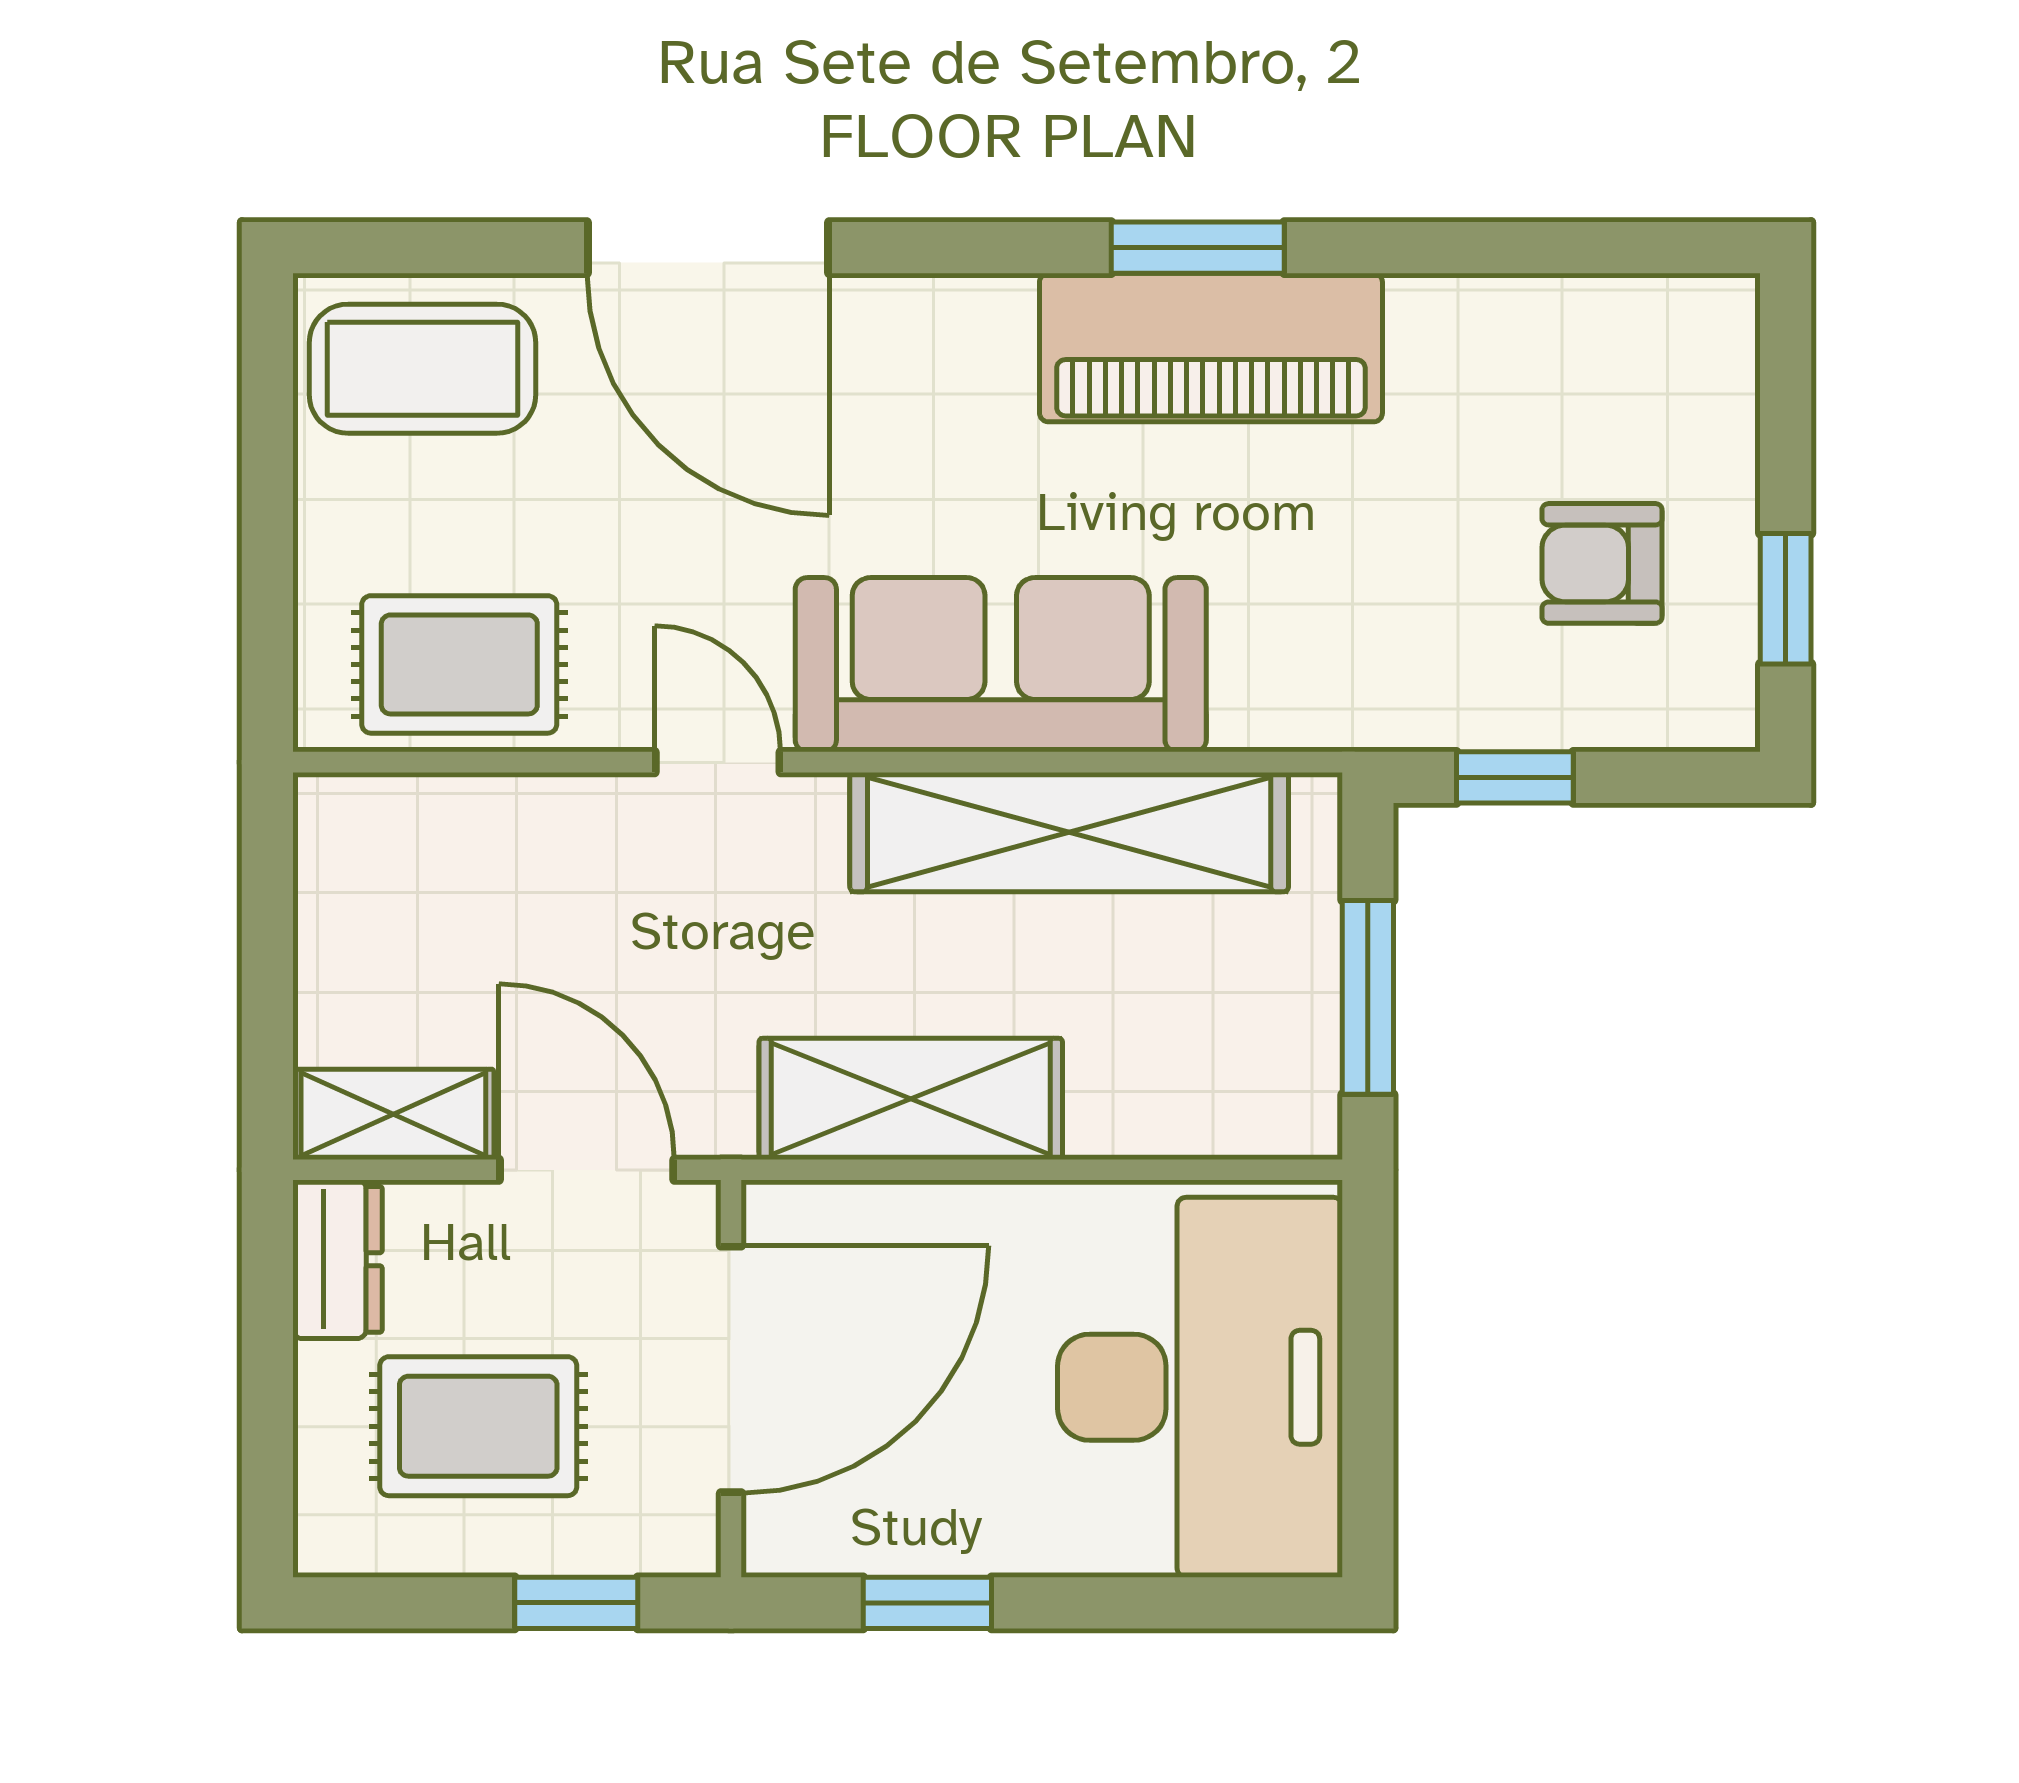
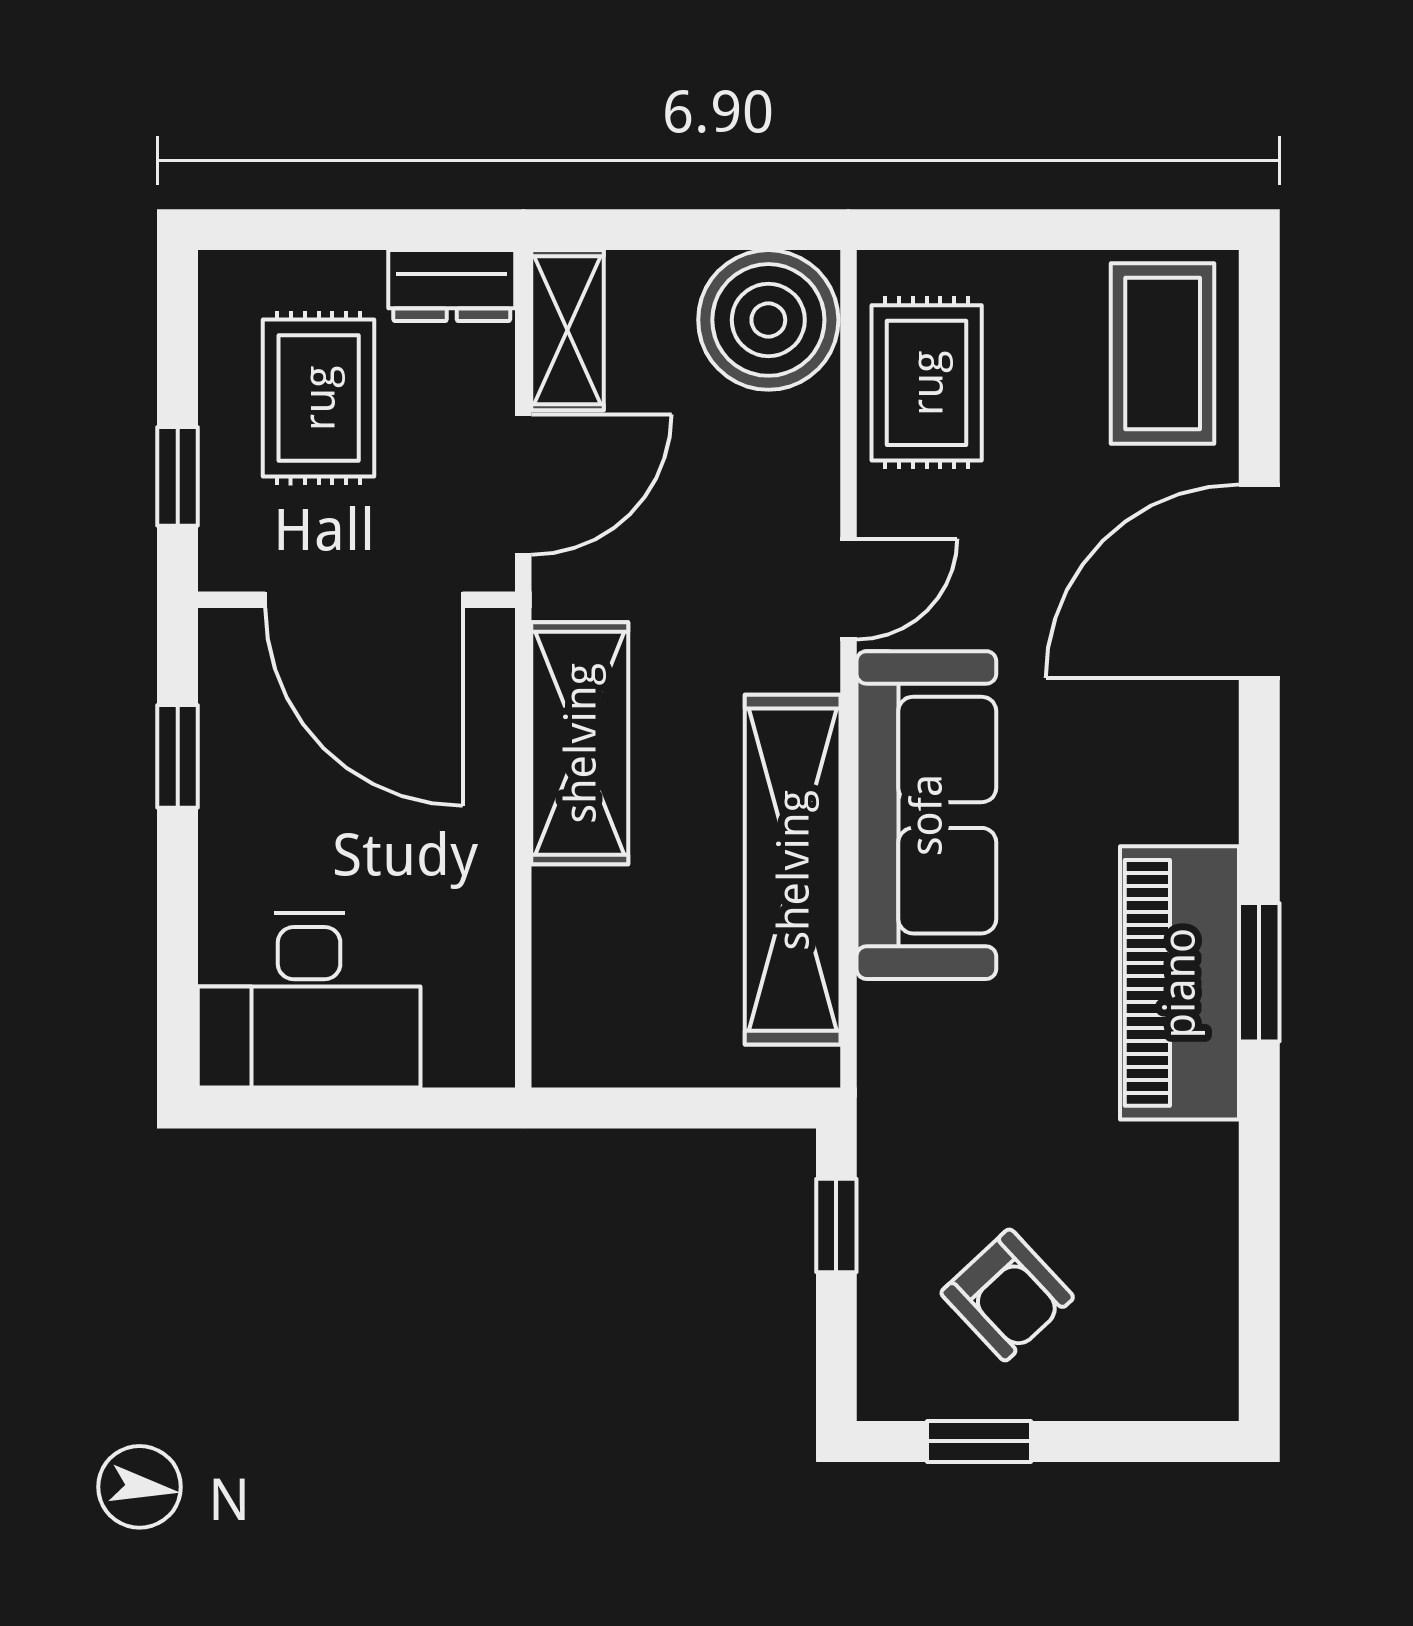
armchair: (1602, 563) -> (1007, 1295), turned 137
boiler: (381, 863) -> (768, 320), added
window: (1368, 997) -> (661, 1108), removed
desk: (1200, 1387) -> (309, 1000), width x0.73, depth x0.77

